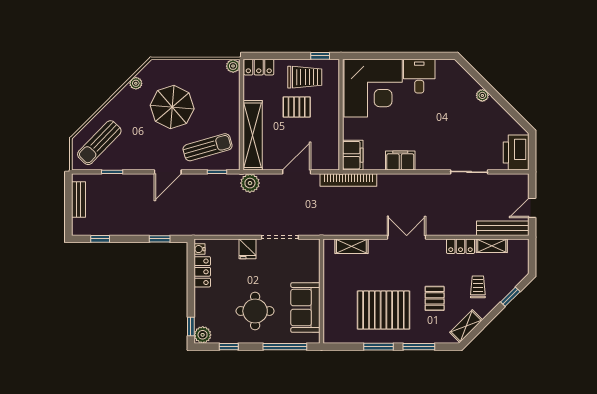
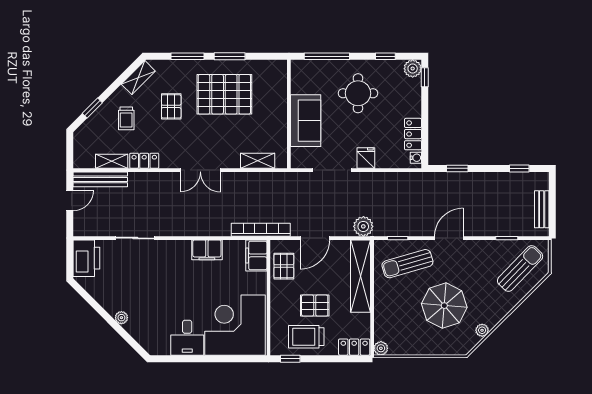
pallet: (326, 145) -> (284, 266), added
sofa: (305, 308) -> (306, 121), moved

